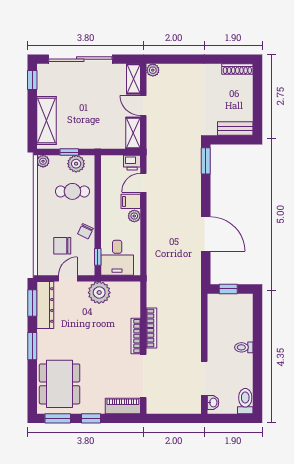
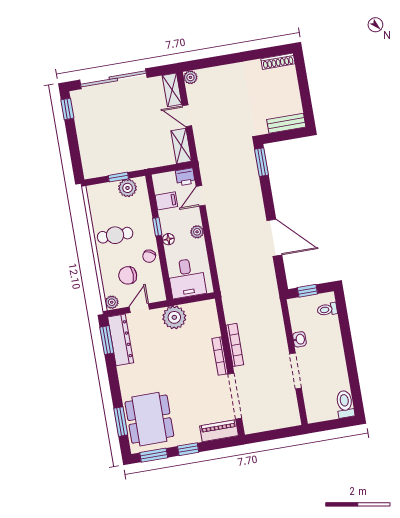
shelving: (46, 121) -> (89, 148), removed
plant: (43, 161) -> (112, 302), moved
cafe table: (72, 191) -> (115, 235), moved
filing cabinet: (131, 201) -> (166, 201), moved, turned 180
floor lamp: (106, 218) -> (168, 239), added
window: (98, 257) -> (157, 227), moved
window: (32, 346) -> (121, 422), moved
toilet: (244, 347) -> (327, 309), moved
doorway: (204, 378) -> (296, 371), moved
washbasin: (213, 402) -> (299, 339), moved

